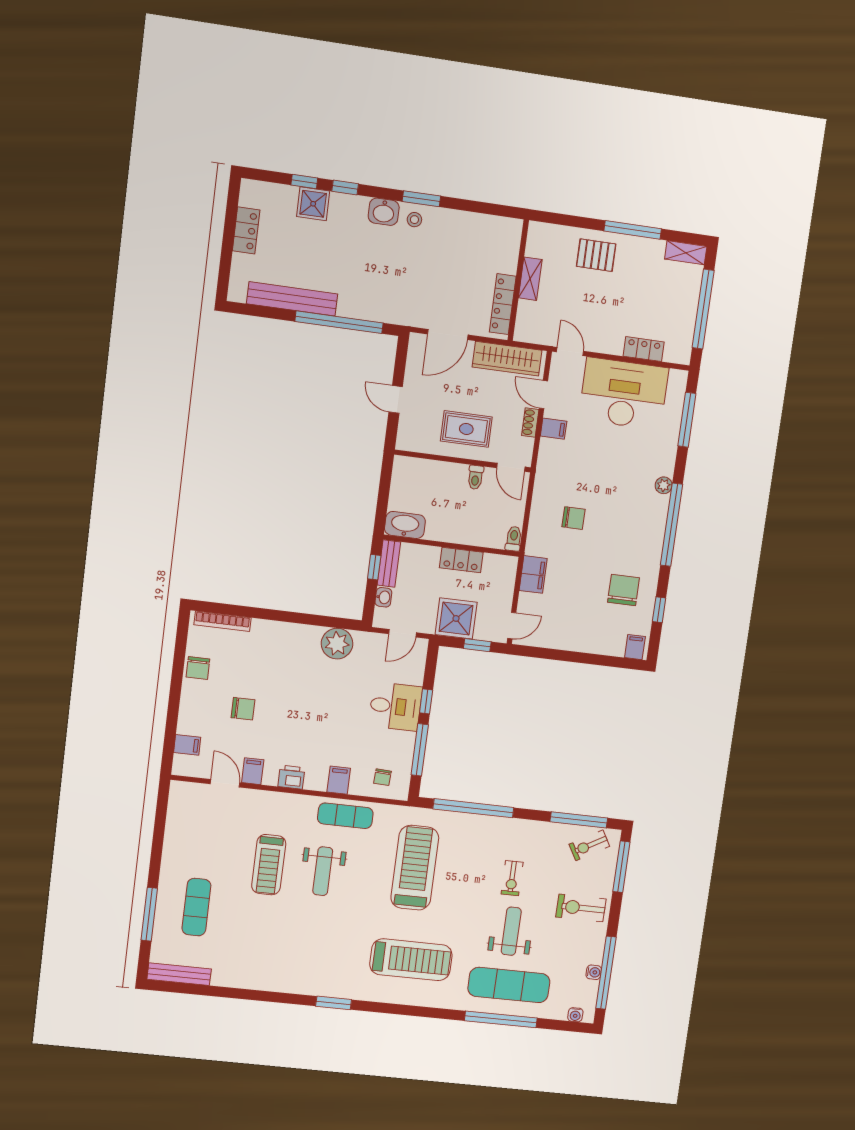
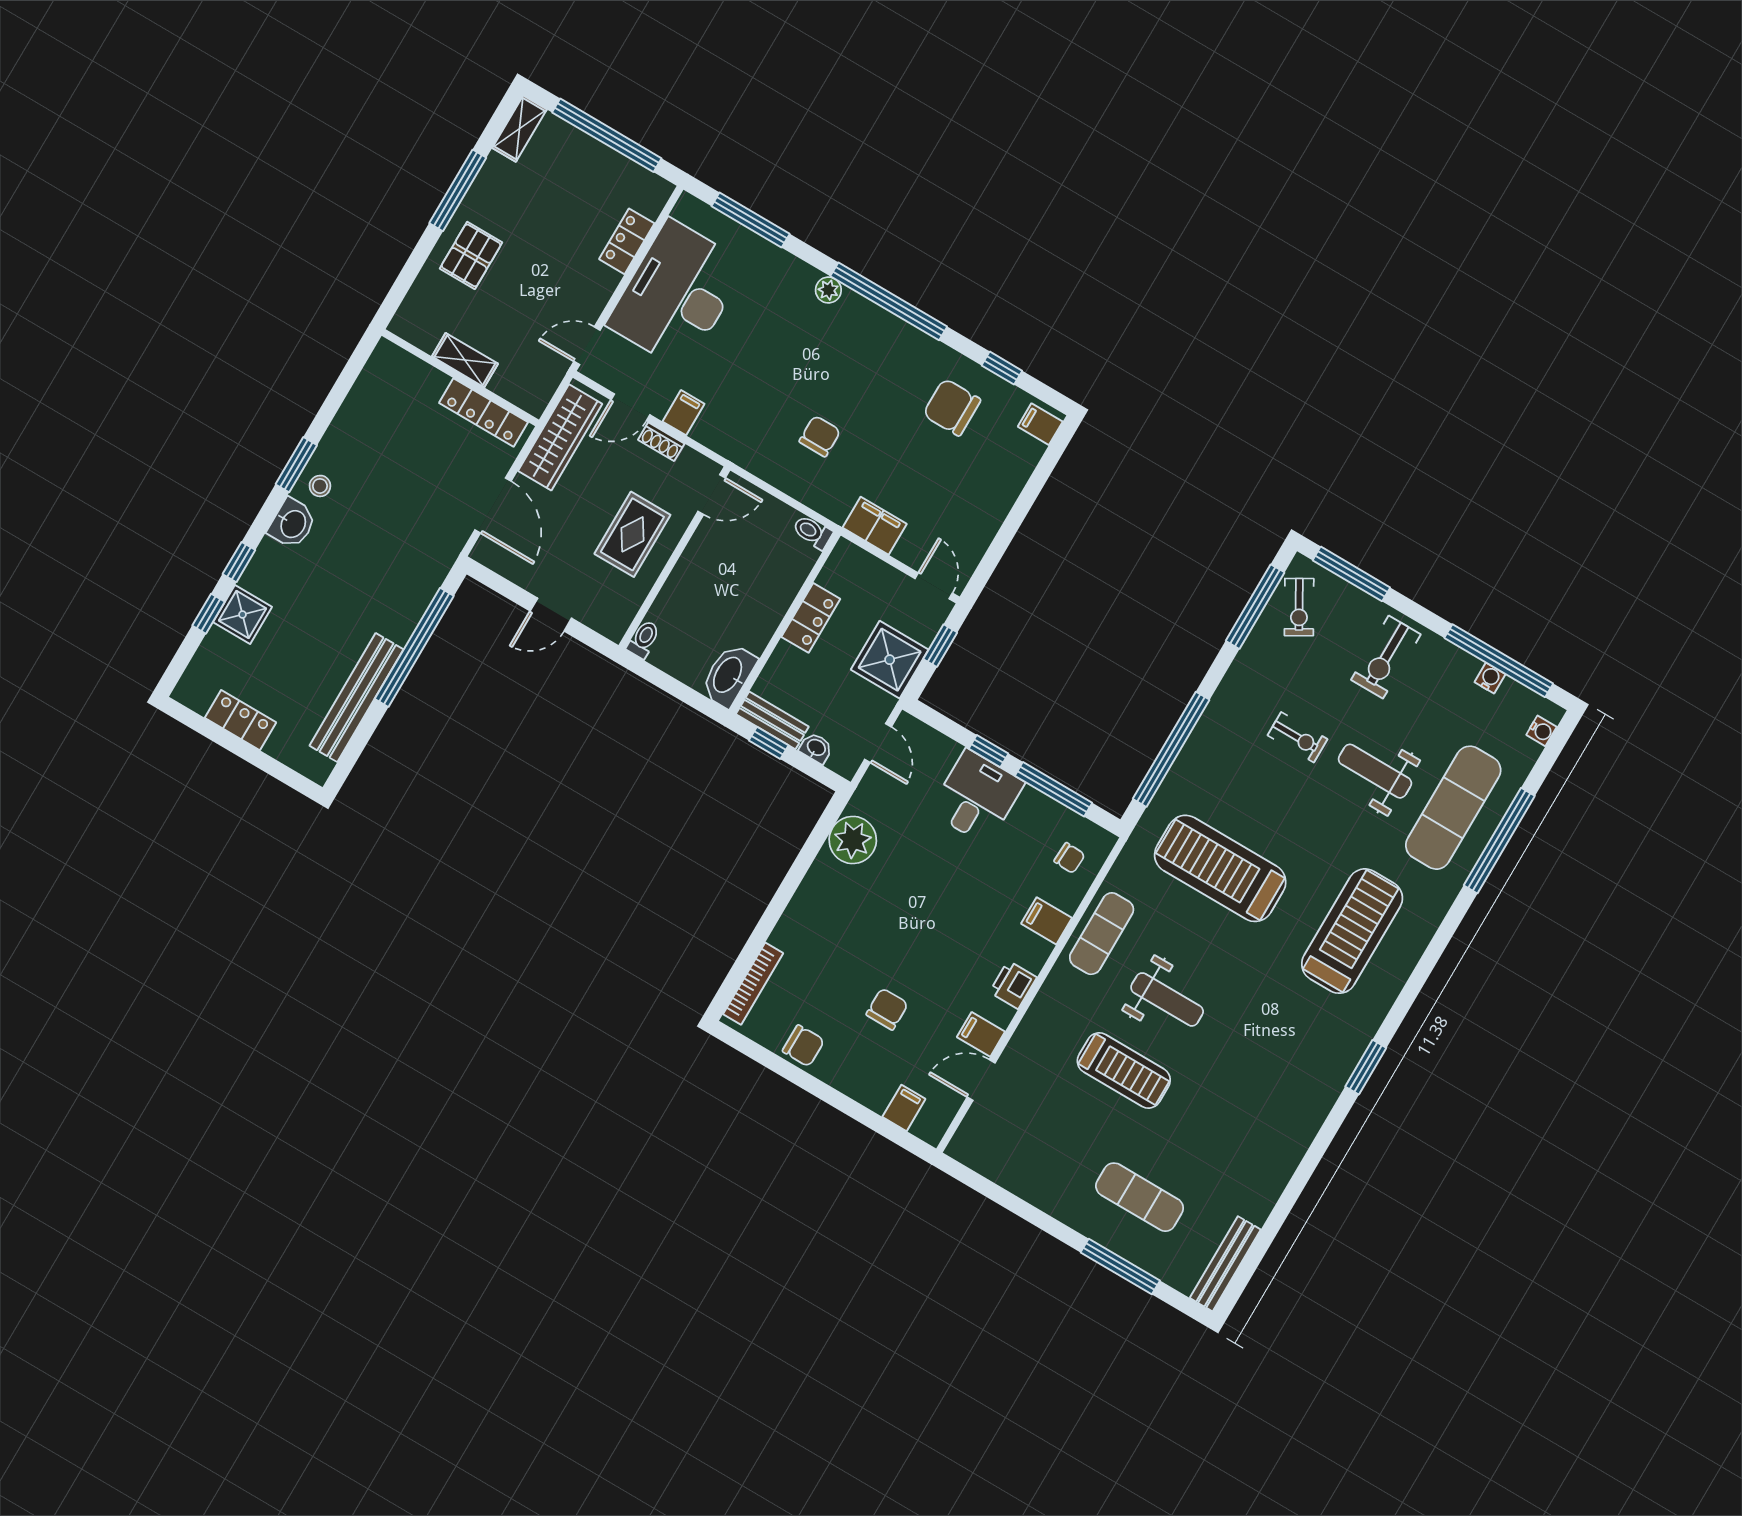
toilet: (475, 477) -> (644, 639), moved, turned -90

